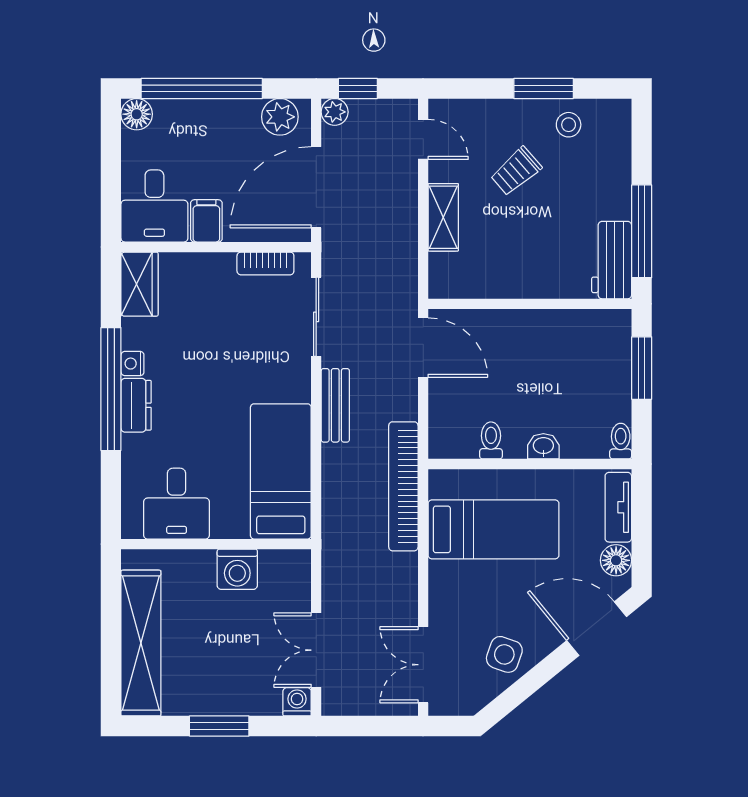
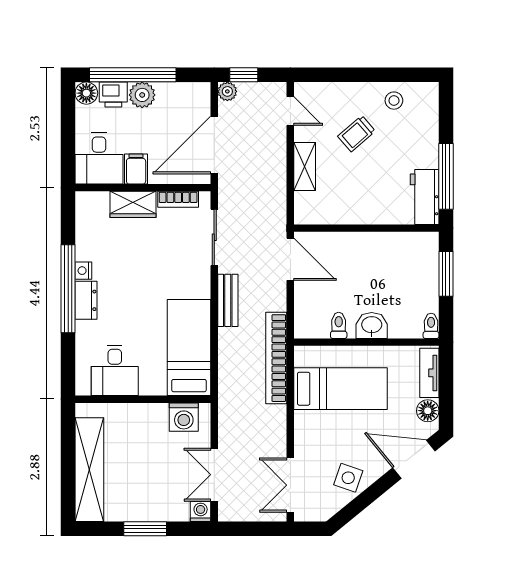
window: (544, 89) -> (376, 75), removed
printer: (175, 116) -> (113, 95), added
plant: (280, 117) -> (142, 95), moved
wardrobe: (140, 284) -> (133, 204), moved, turned 90
washbasin: (543, 446) -> (372, 325), width x1.38, depth x1.45
washing machine: (237, 569) -> (184, 417), moved

